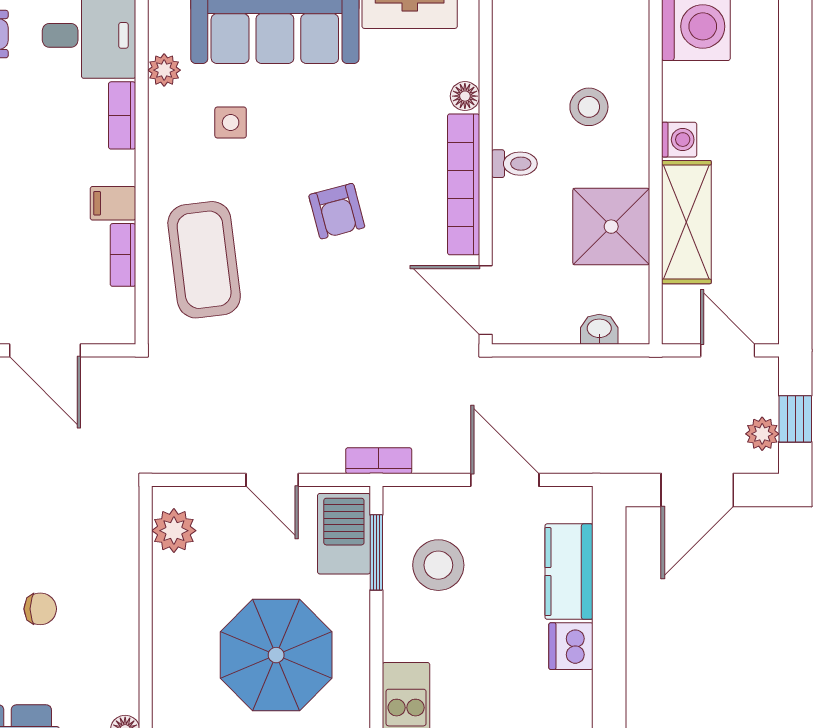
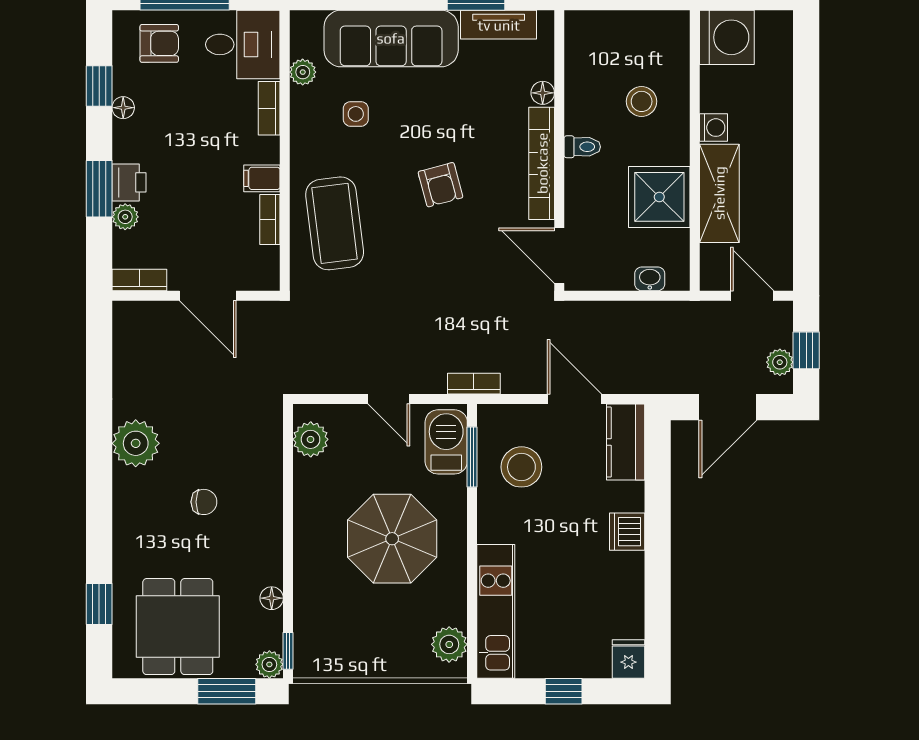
kitchen counter: (569, 572) -> (626, 442), moved

